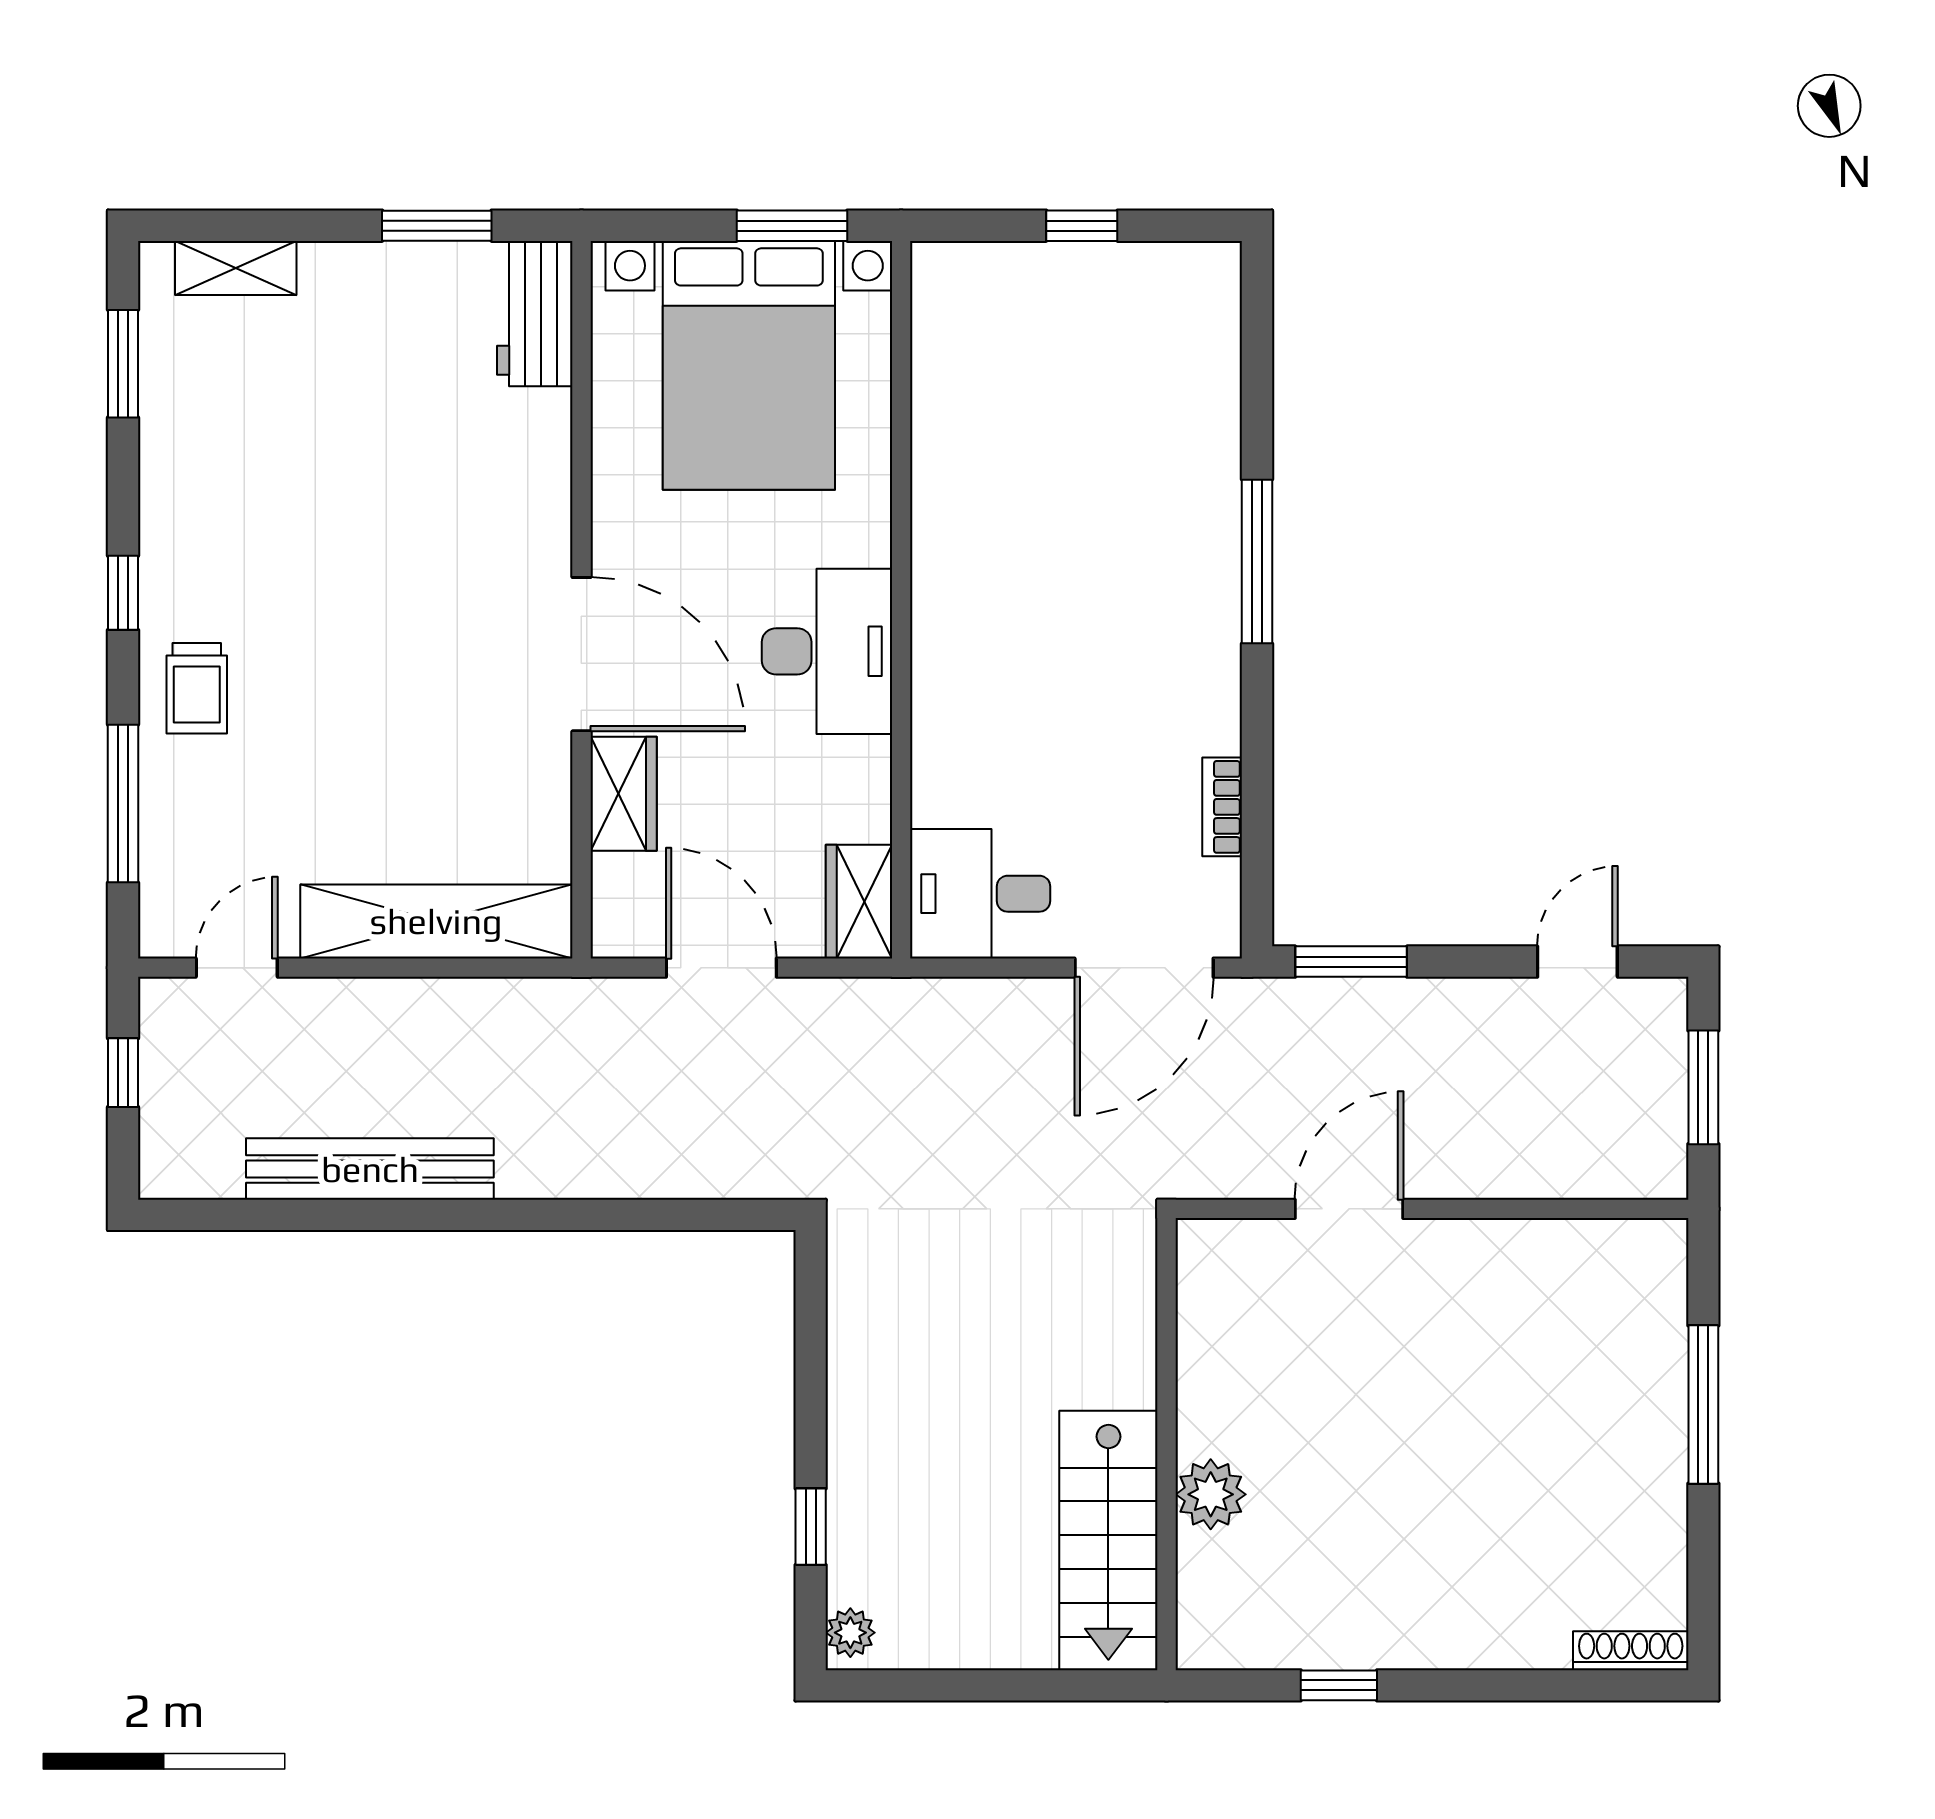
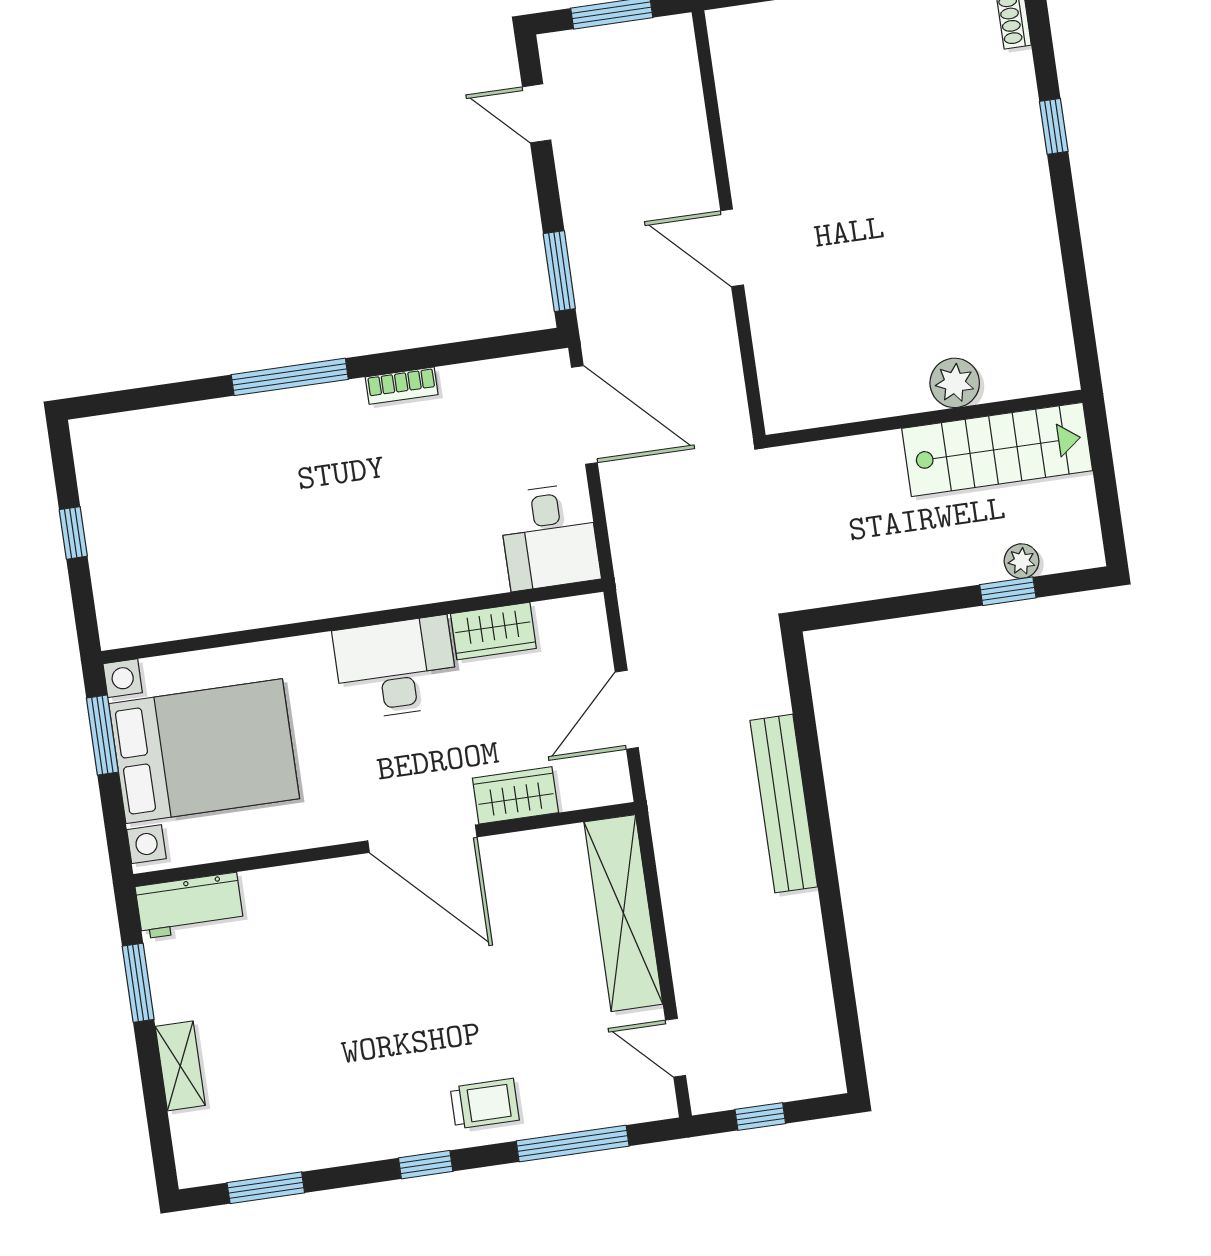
shelving: (236, 268) -> (180, 1066), moved
door: (581, 654) -> (422, 839), swing flipped
bookcase: (1222, 807) -> (402, 386), moved
wardrobe: (859, 902) -> (493, 631), moved
bench: (370, 1169) -> (784, 804), moved
wall: (1167, 1444) -> (924, 419), moved
plant: (1211, 1494) -> (955, 383), moved
stairs: (1108, 1540) -> (997, 450), moved
plant: (850, 1633) -> (1022, 561), moved
window: (1339, 1685) -> (1054, 126), moved

